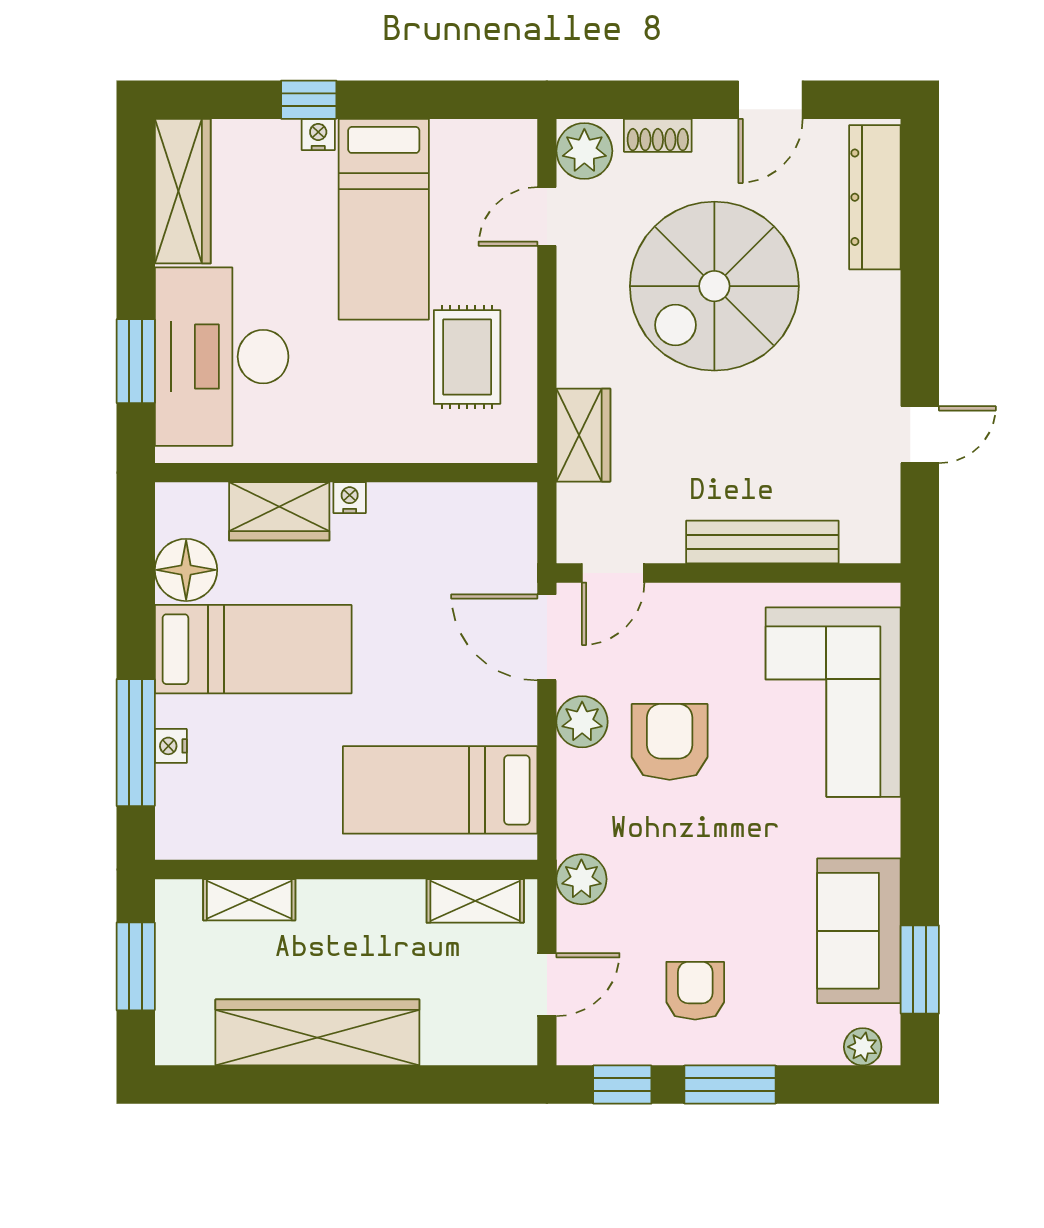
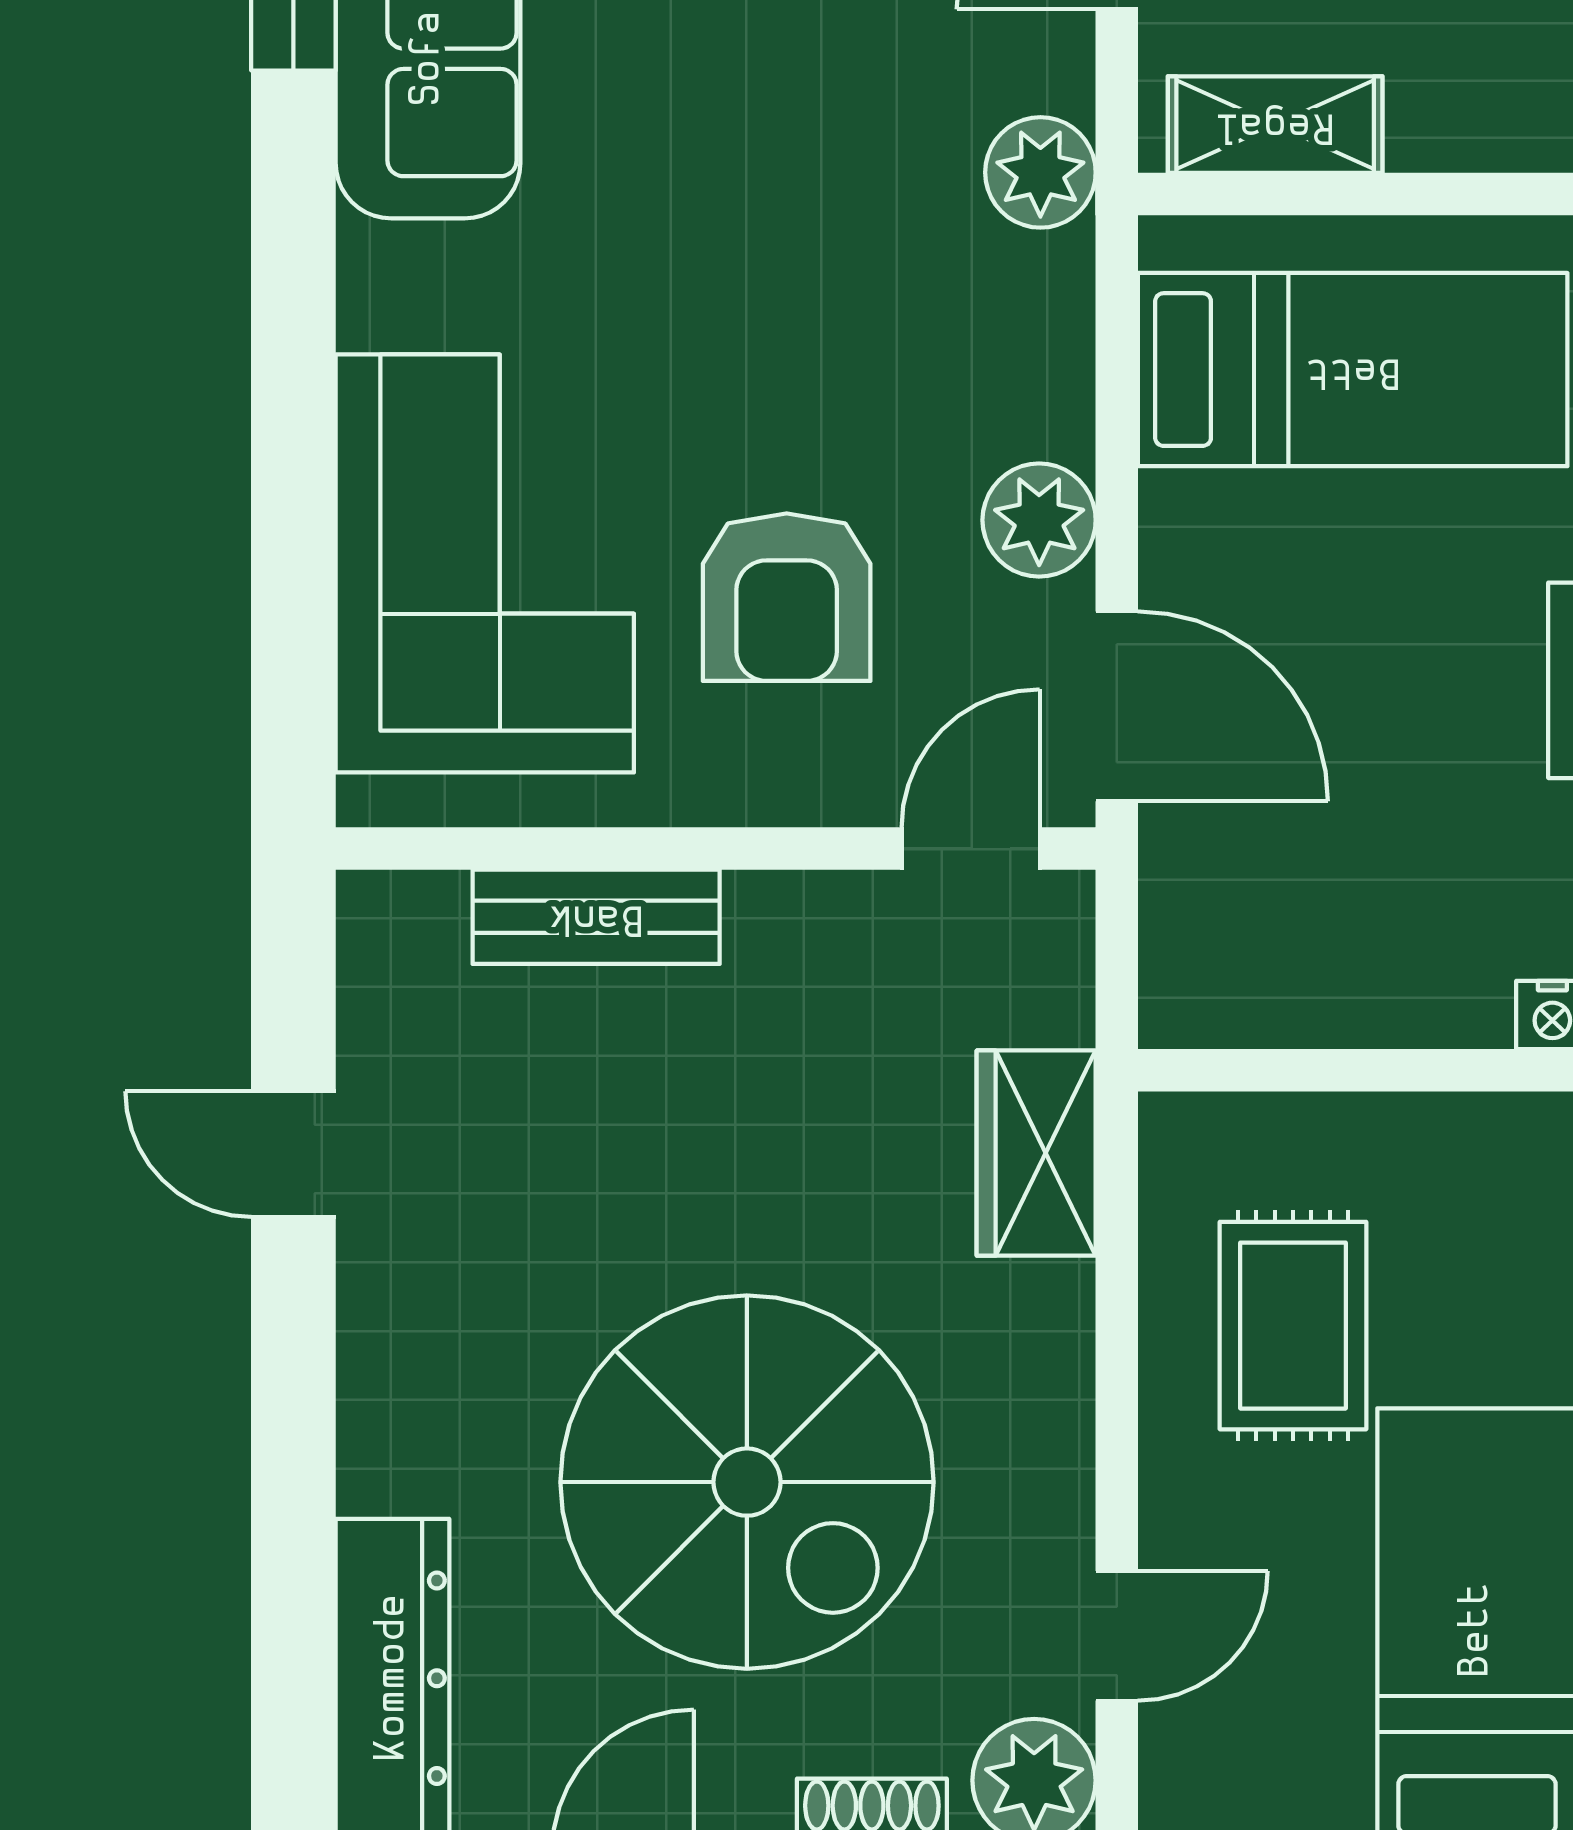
spiral stairs: (714, 286) -> (747, 1482), turned 90
door: (920, 435) -> (293, 1154), hinge flipped
bench: (762, 542) -> (596, 917), width x0.73
armchair: (670, 742) -> (787, 597), moved

